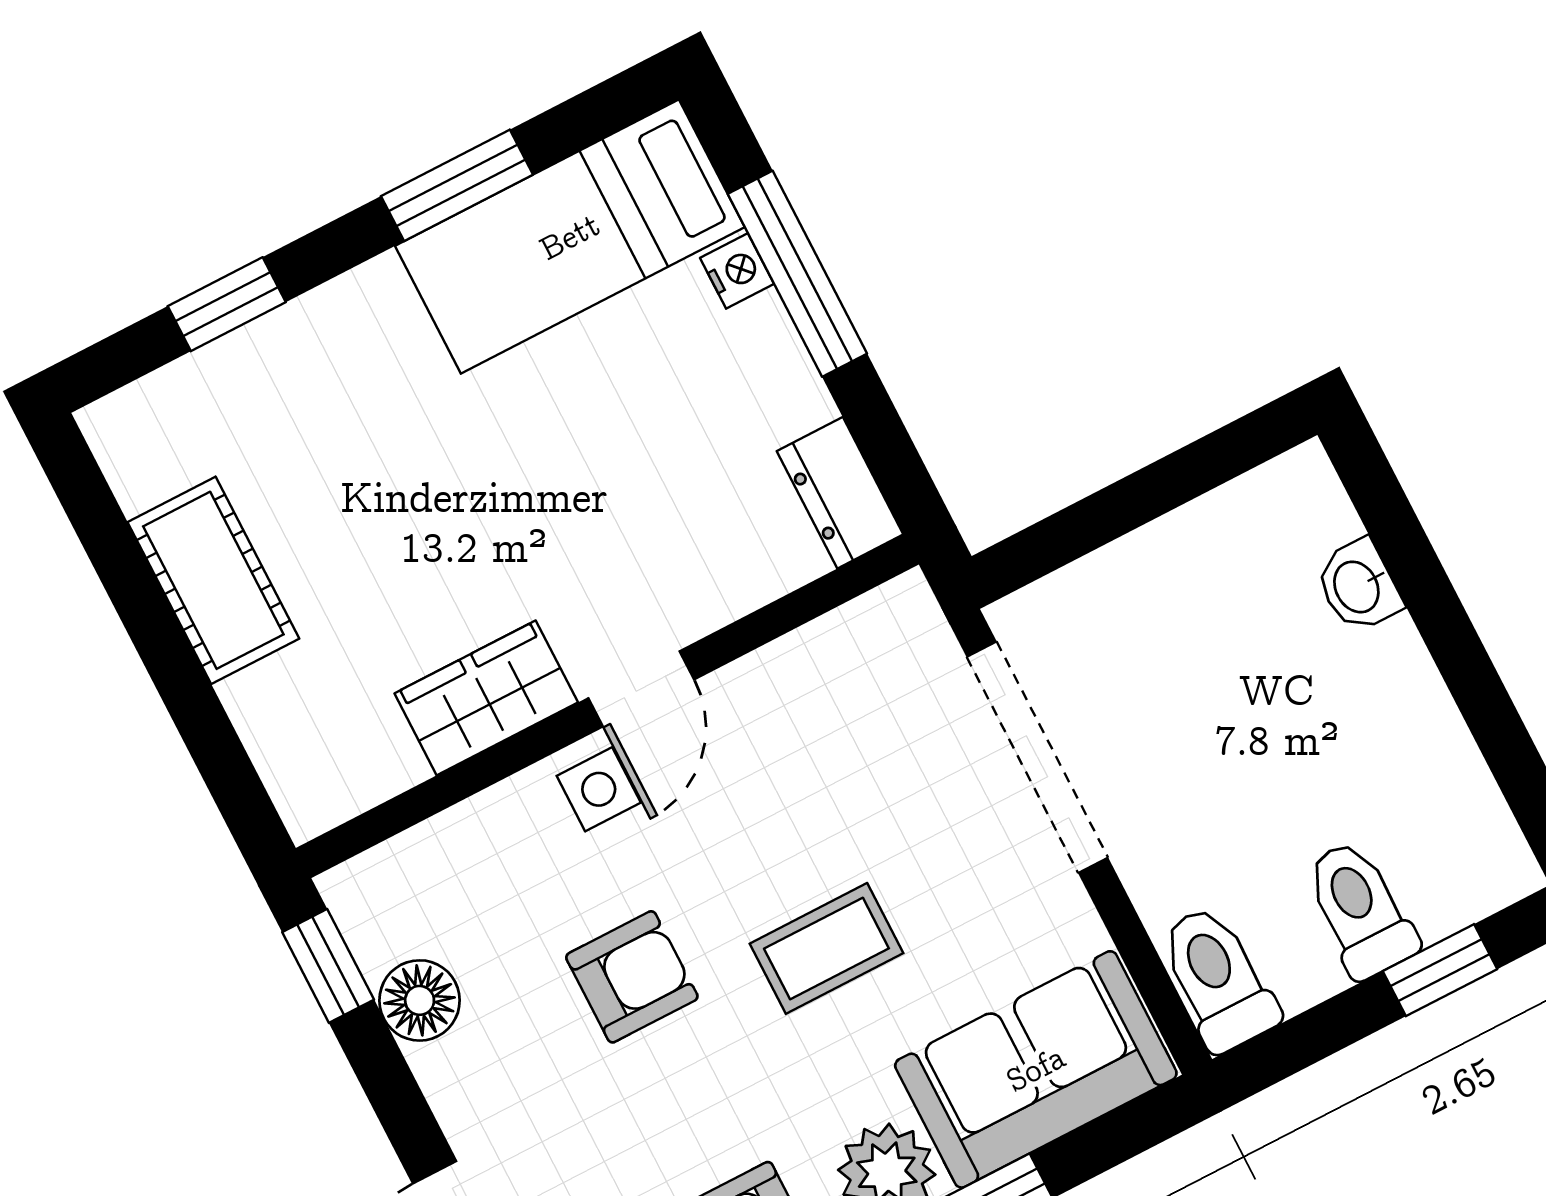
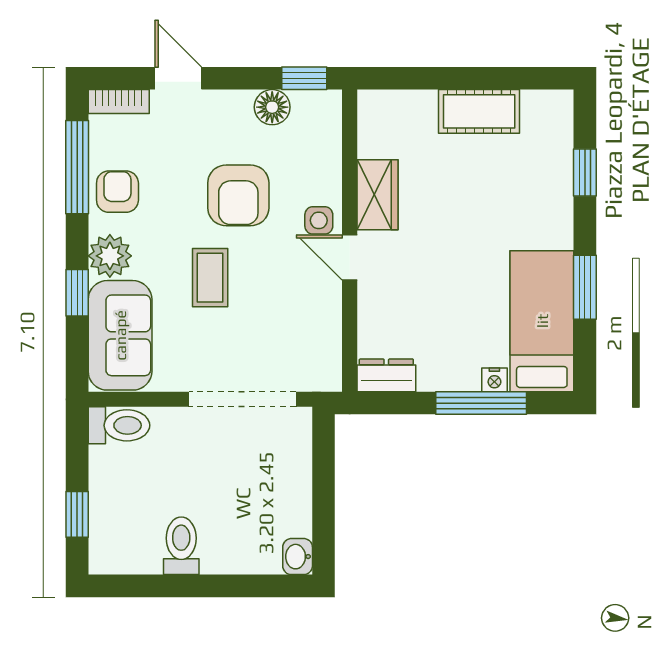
washbasin: (1358, 586) -> (298, 557), moved, turned -90
toilet: (1360, 909) -> (181, 546), moved, turned -90
armchair: (632, 977) -> (238, 195), width x1.38, depth x1.38

